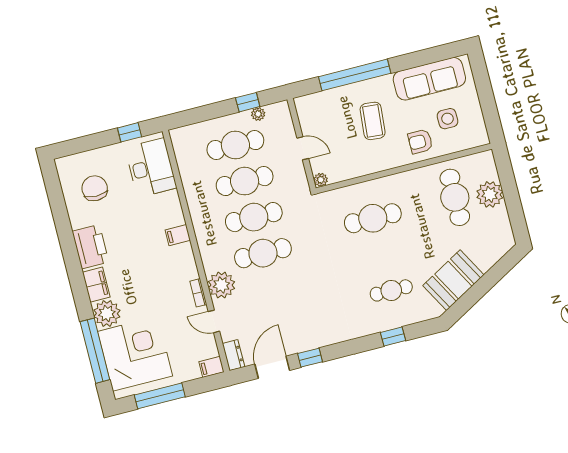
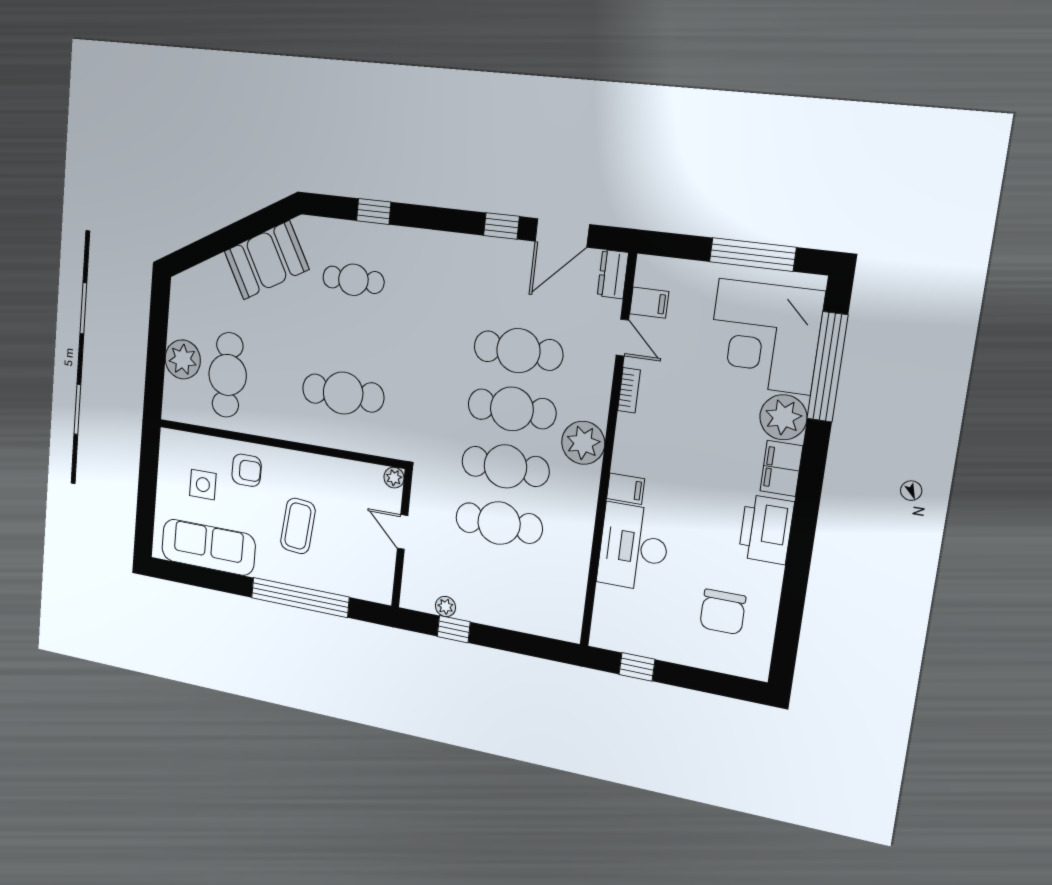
cafe table: (235, 145) -> (518, 351), moved
desk: (151, 168) -> (633, 547), moved
plant: (221, 285) -> (583, 443), moved
filing cabinet: (211, 367) -> (649, 303), moved

